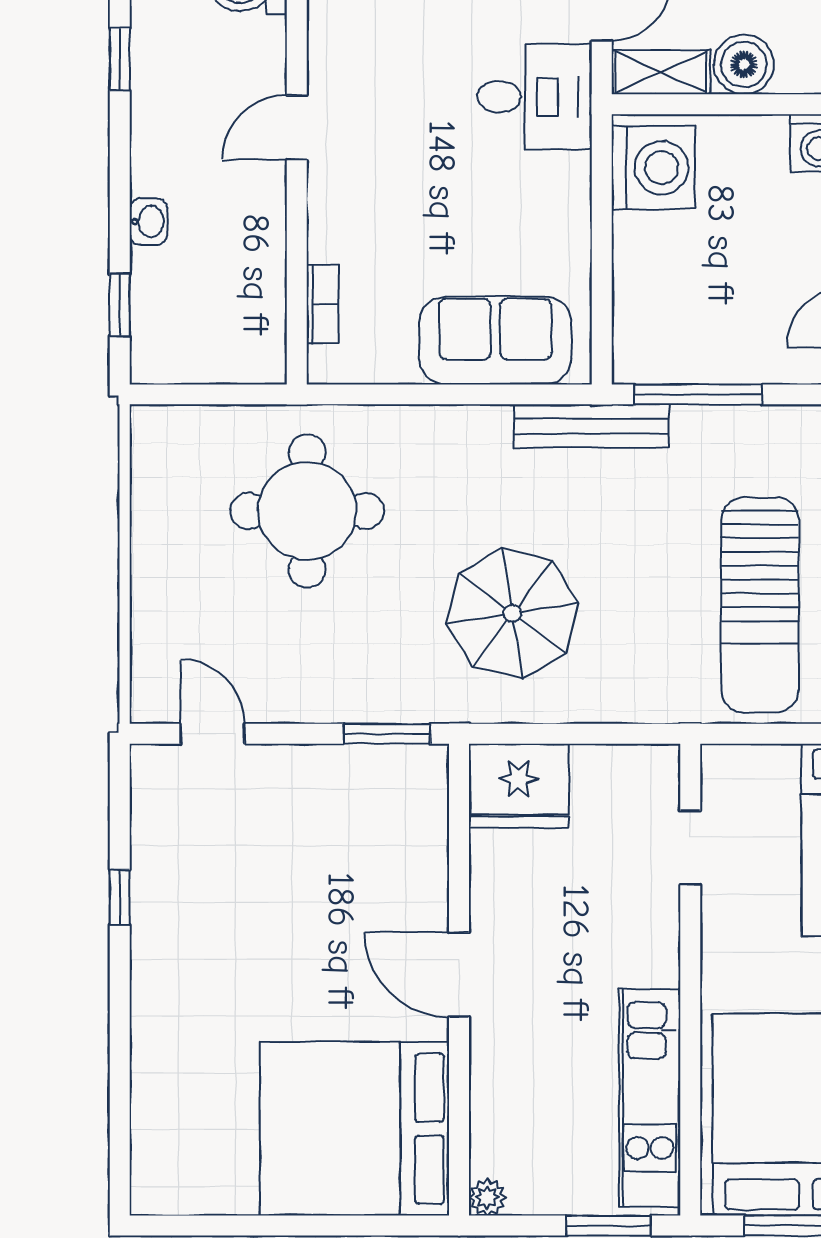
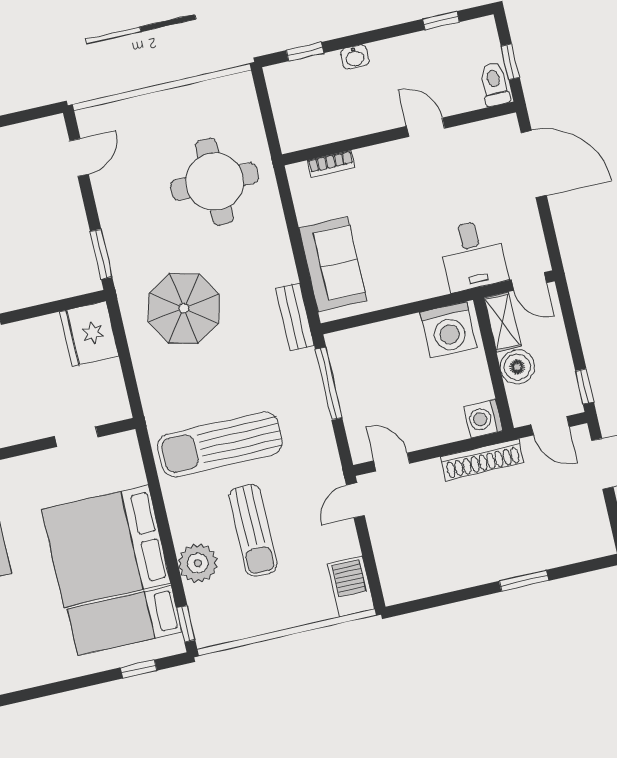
bench: (591, 426) -> (295, 317), width x0.73

